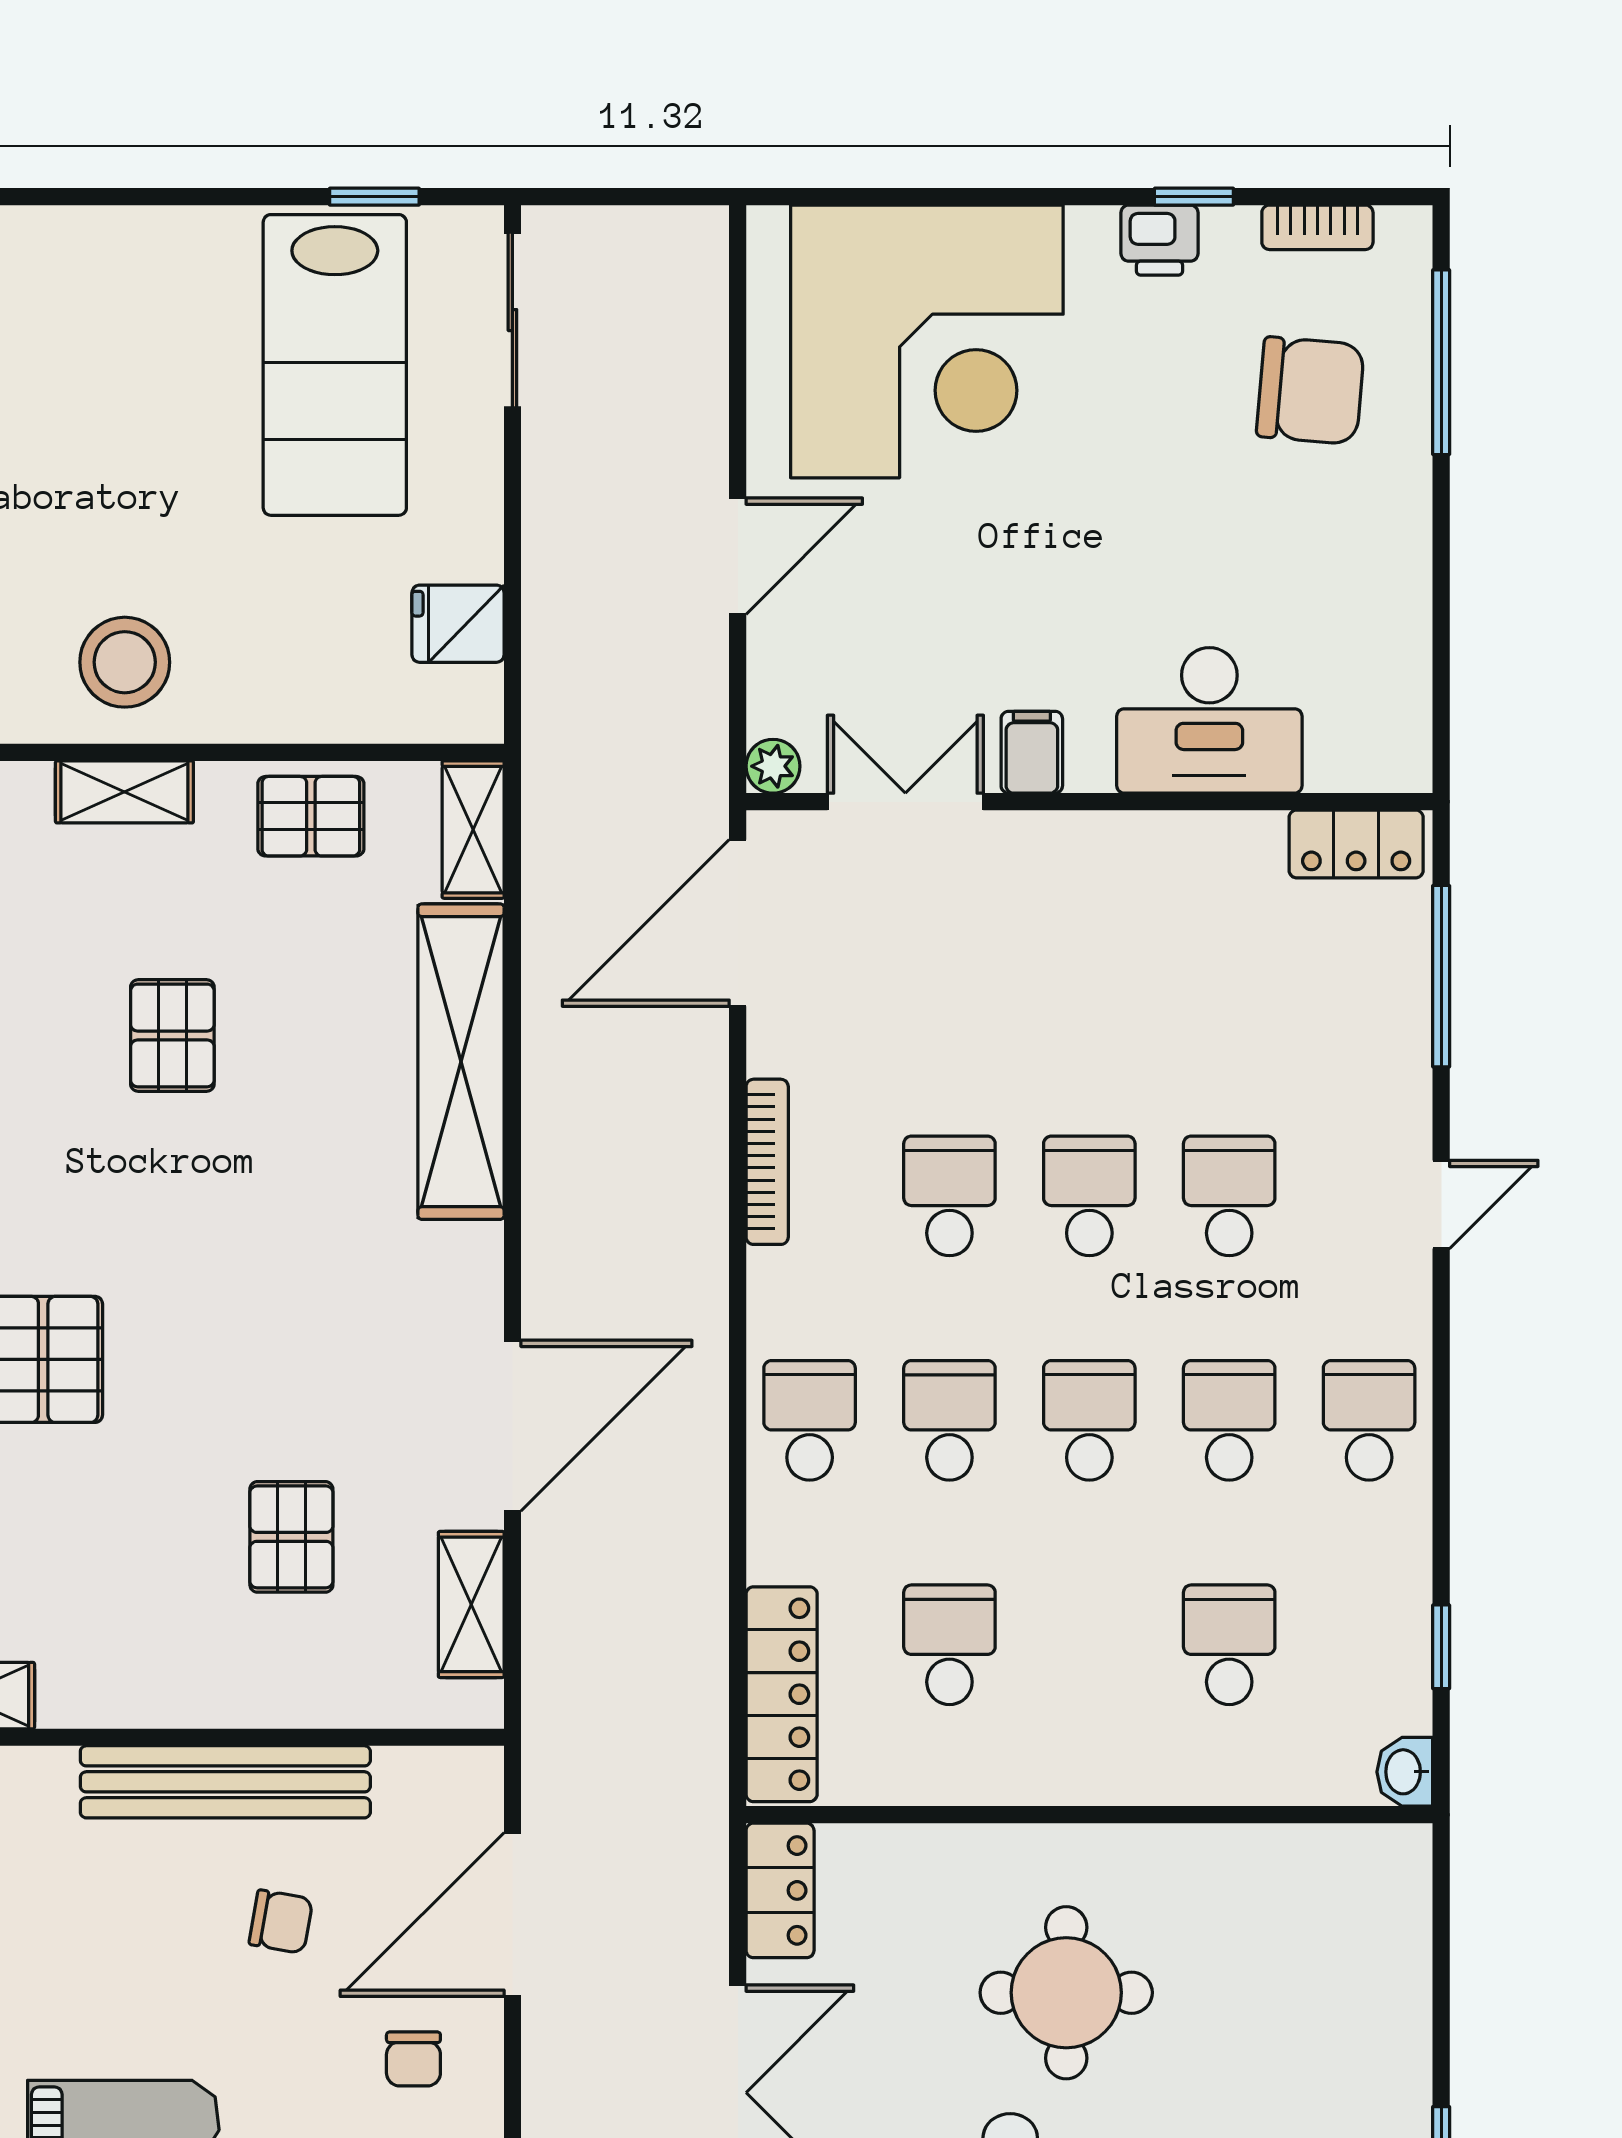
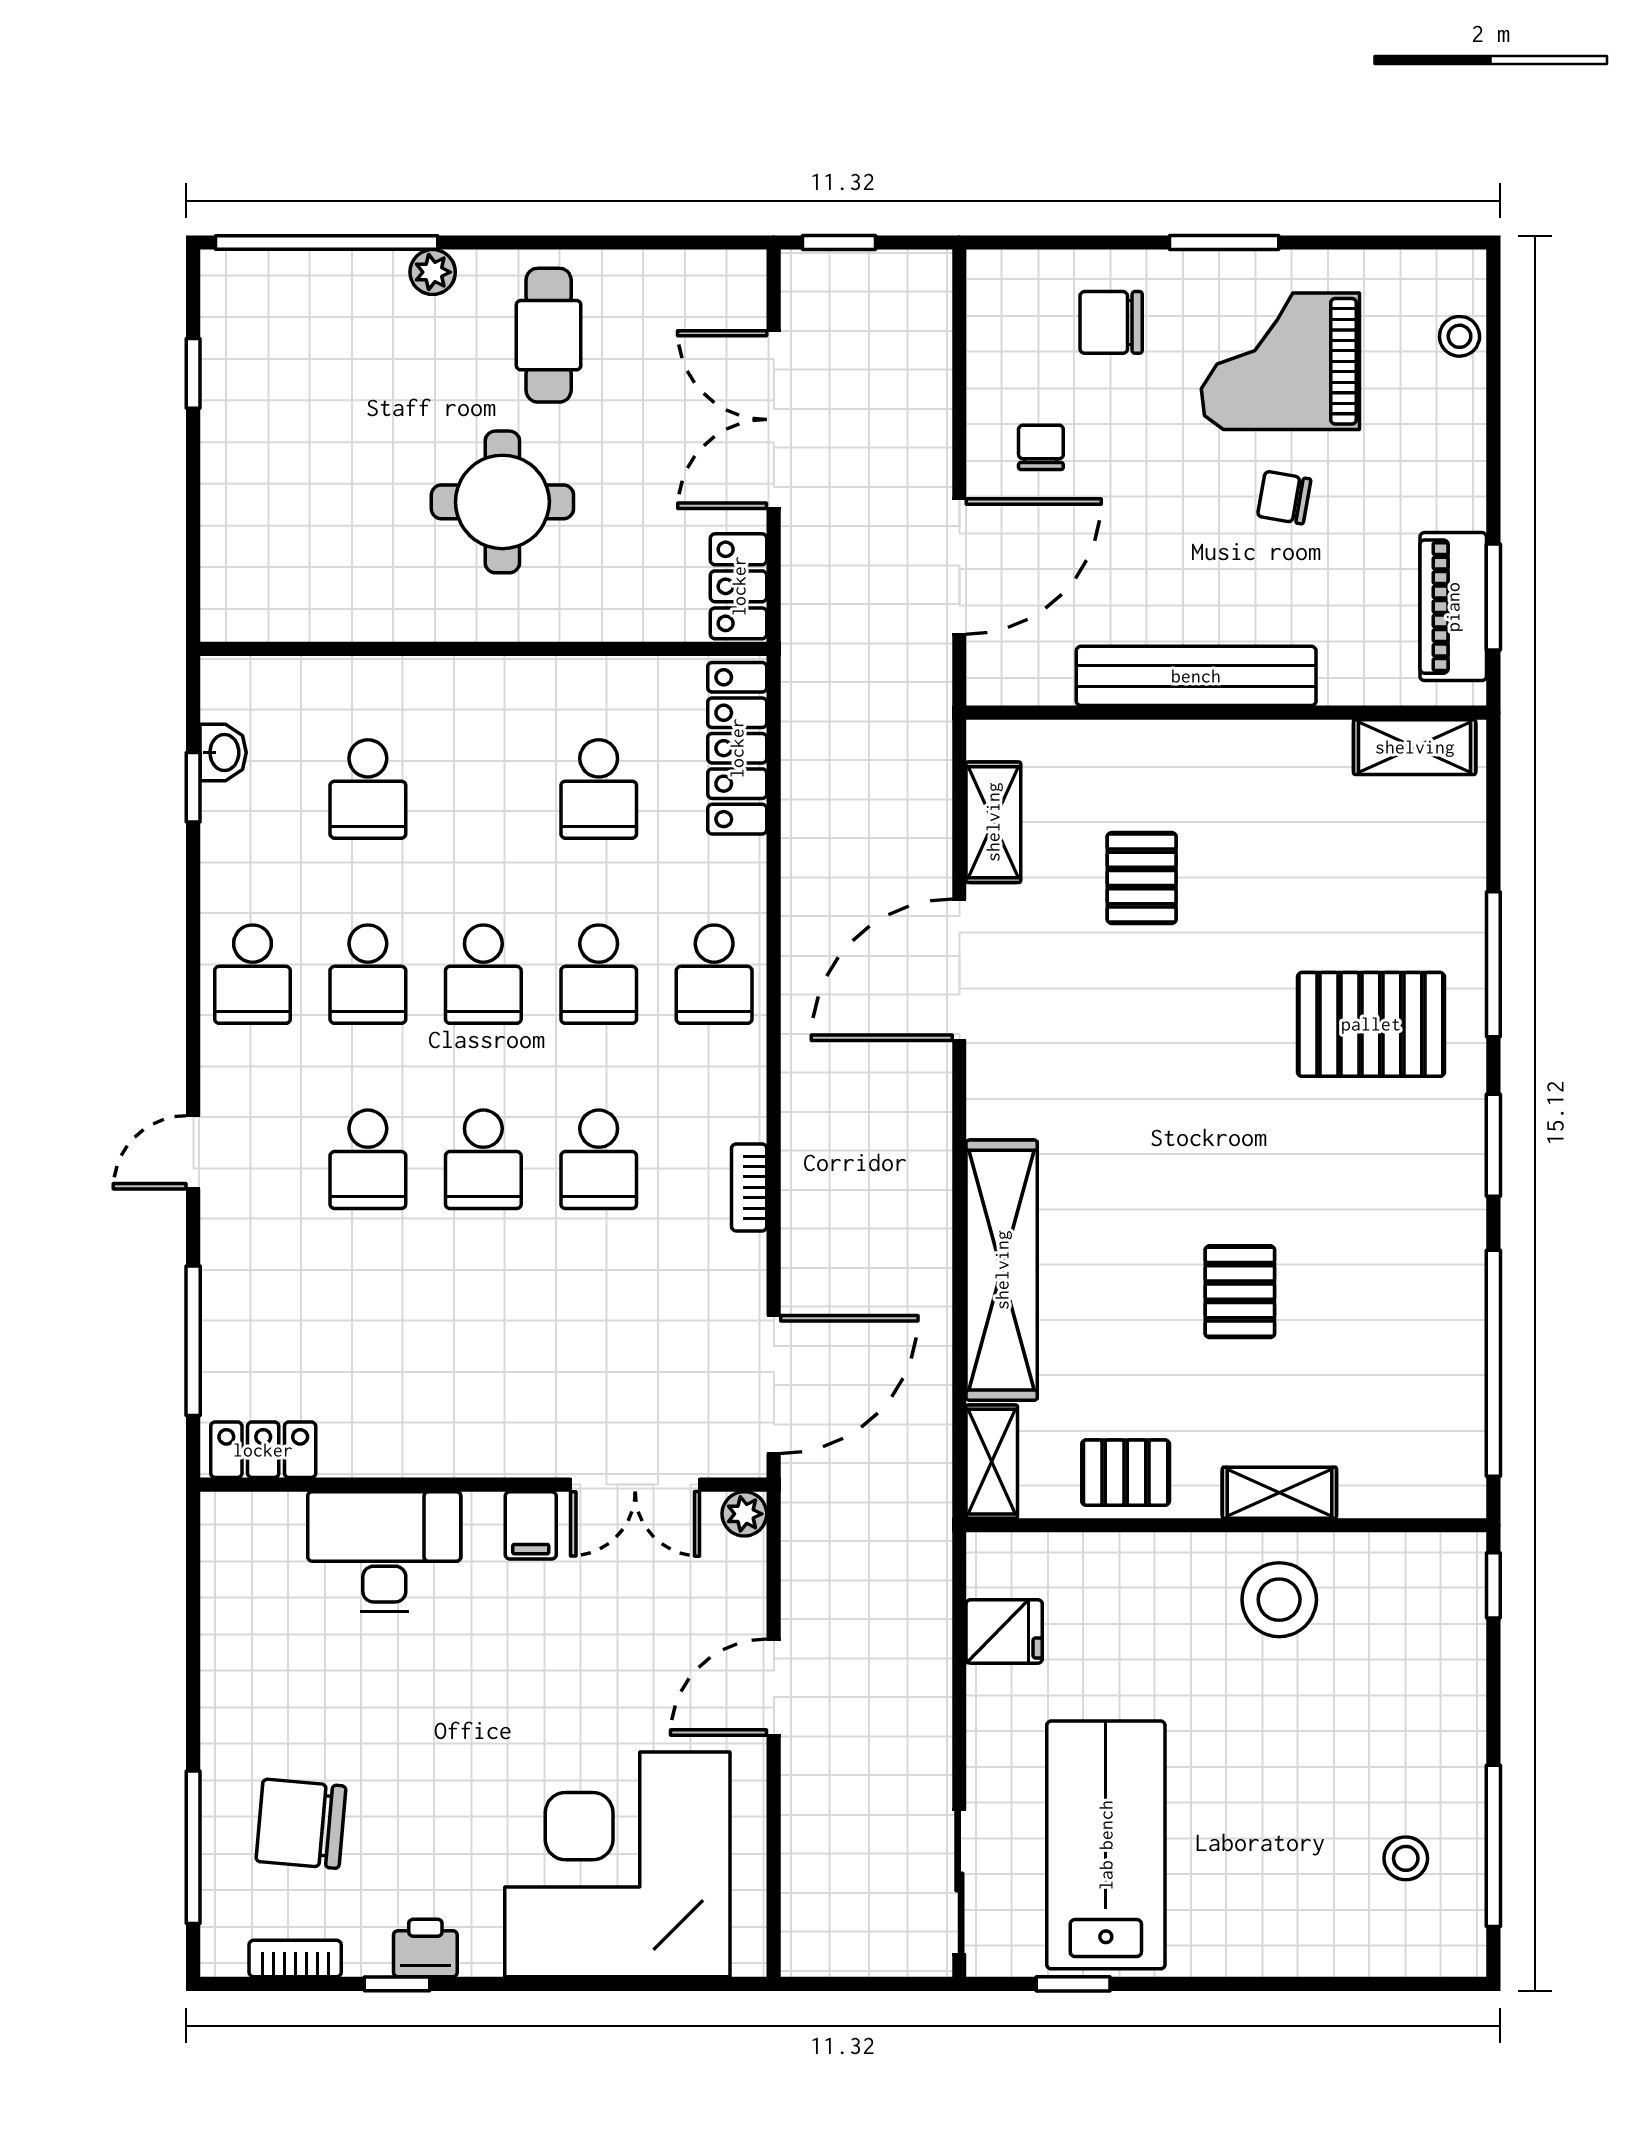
bookcase: (767, 1162) -> (749, 1187), width x0.64
washbasin: (1405, 1772) -> (223, 752), moved
chair: (281, 1922) -> (1284, 498), moved

